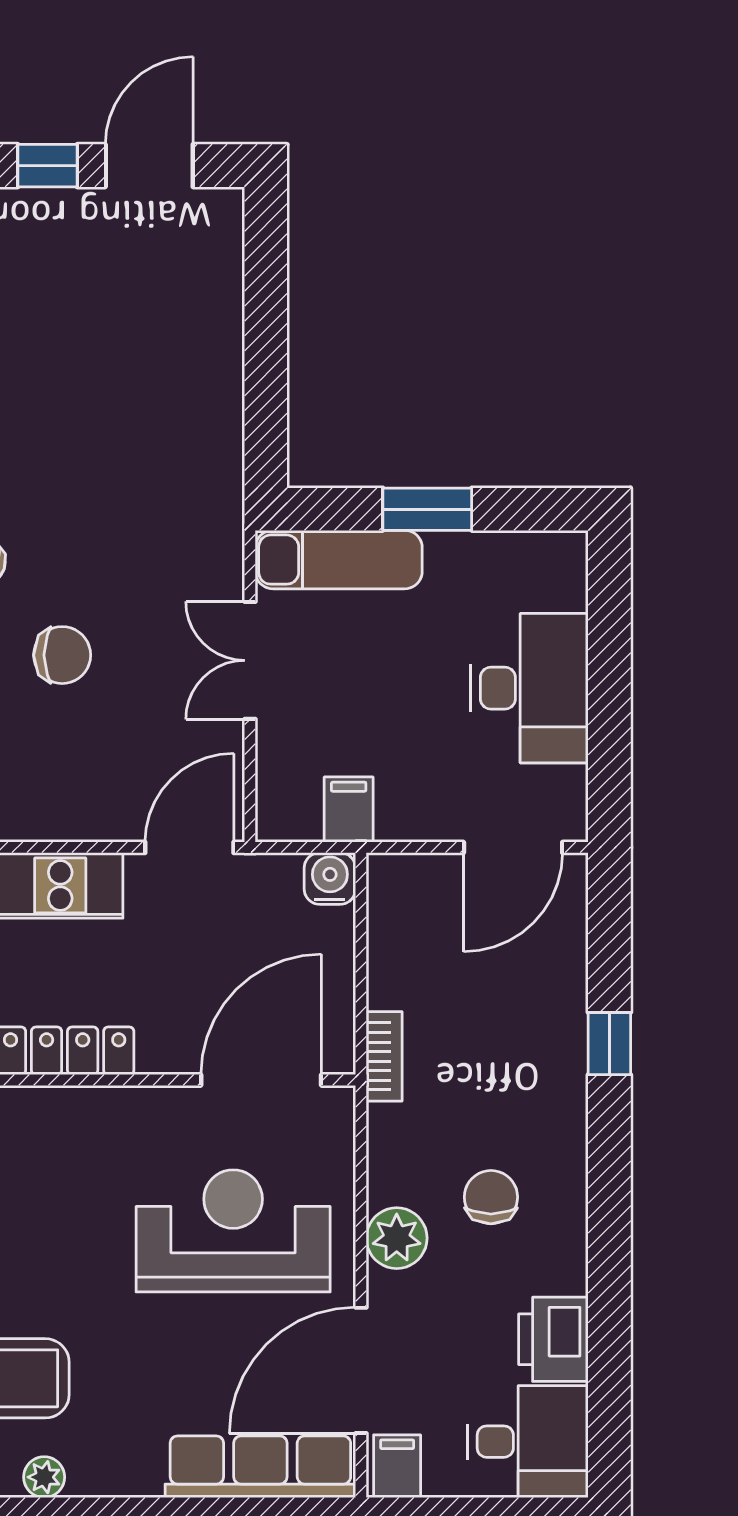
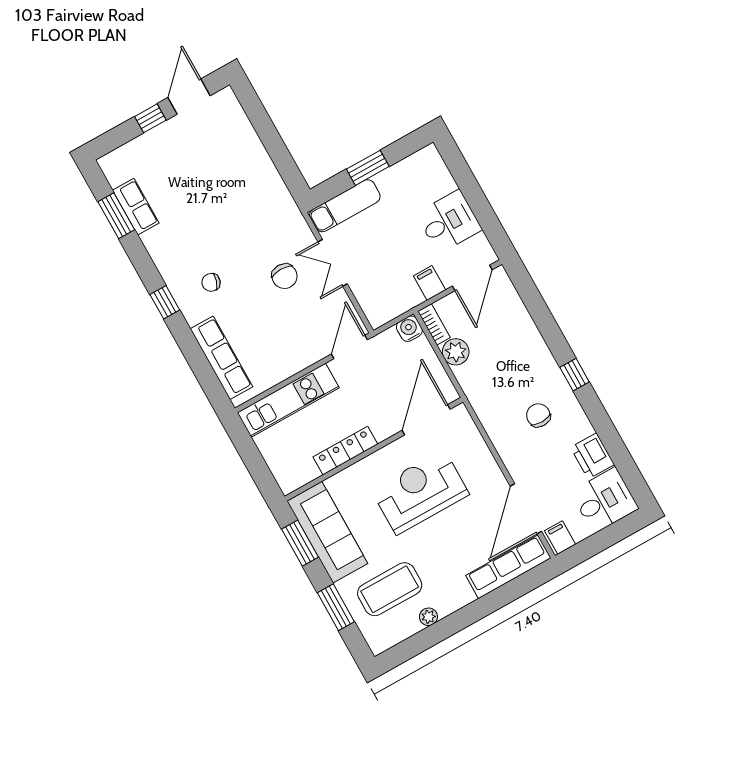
chair: (62, 655) -> (285, 276), moved, turned 90
desk: (530, 688) -> (449, 222), width x0.73
filing cabinet: (349, 810) -> (430, 283), moved
window: (609, 1044) -> (575, 375), moved
bookcase: (384, 1056) -> (434, 324), moved
reception desk: (233, 1231) -> (420, 492), moved
plant: (397, 1238) -> (456, 352), moved

